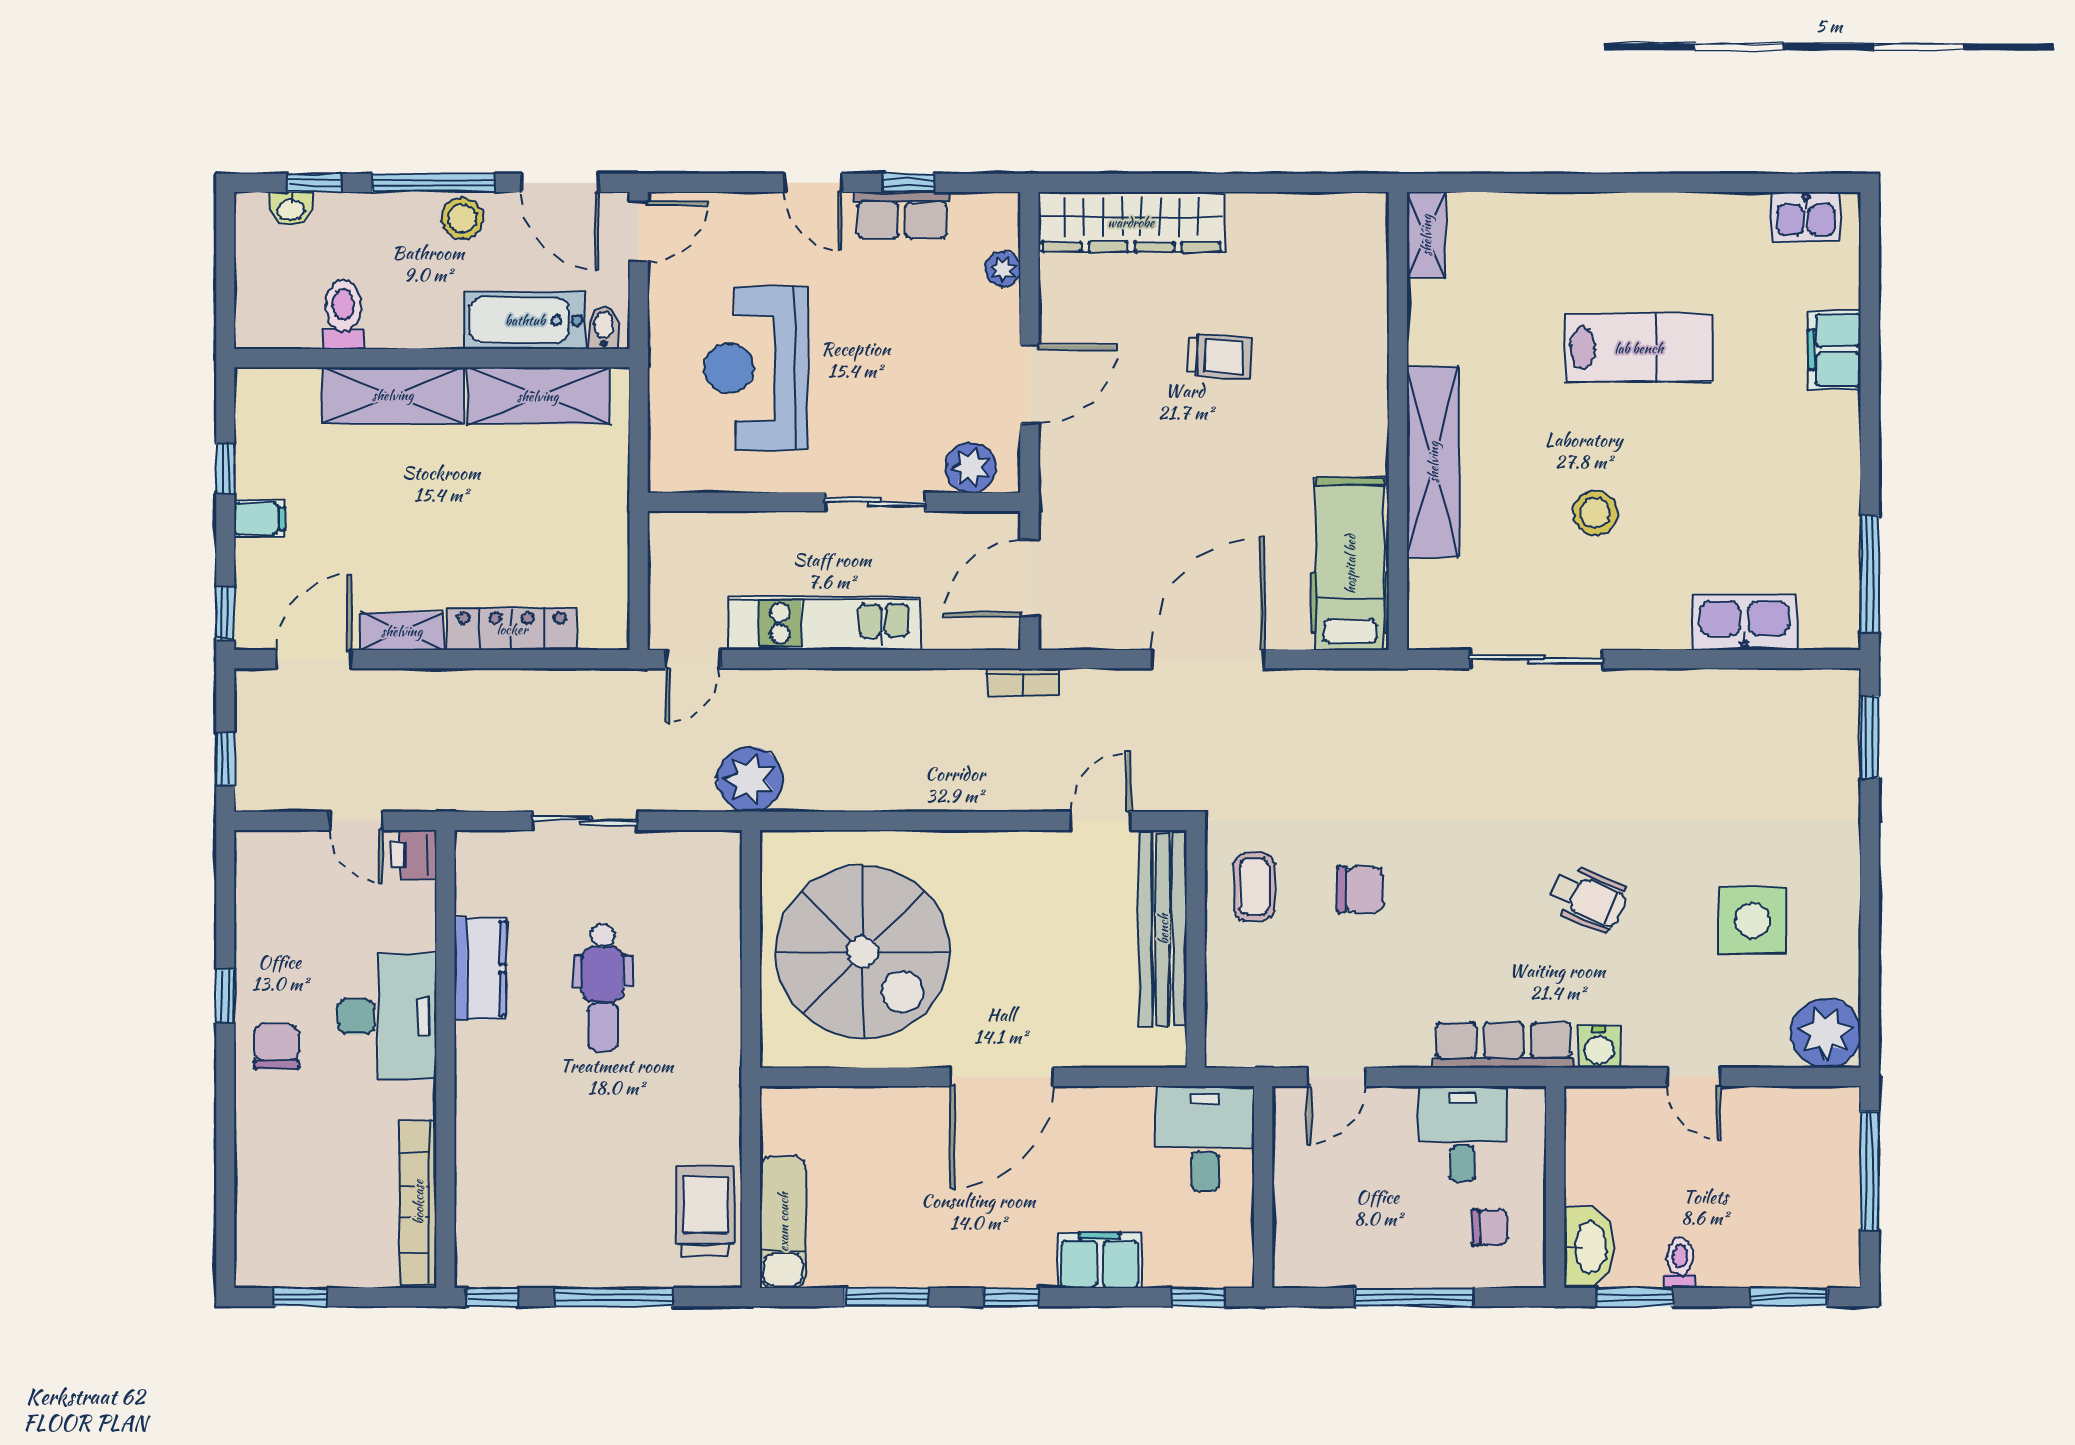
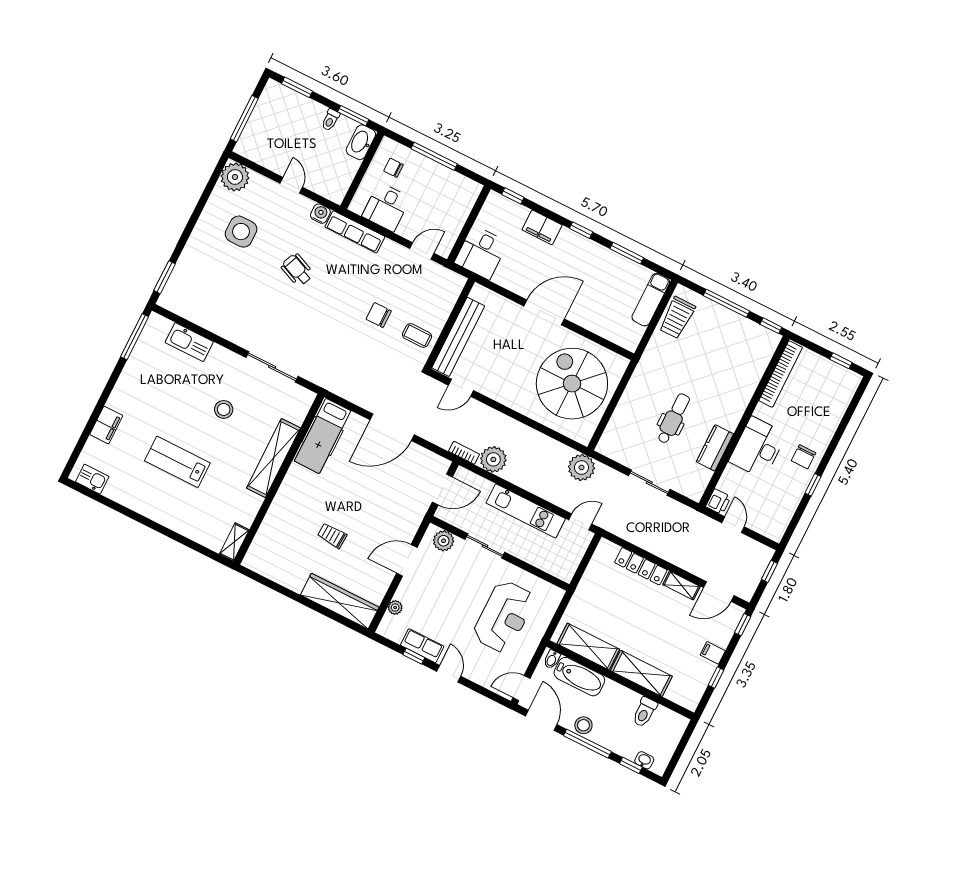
plant: (951, 700) -> (493, 459), added
coffee table: (1254, 887) -> (417, 336), turned 90

